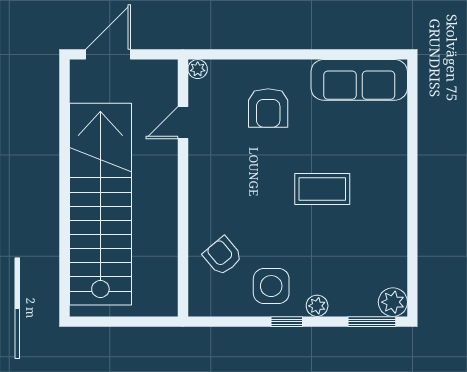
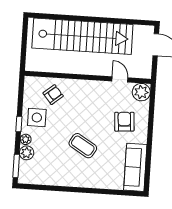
plant: (198, 69) -> (141, 92), width x1.87, depth x1.87
armchair: (268, 108) -> (124, 122), turned 86
coffee table: (322, 189) -> (83, 146), turned -59
plant: (393, 302) -> (27, 153), moved

